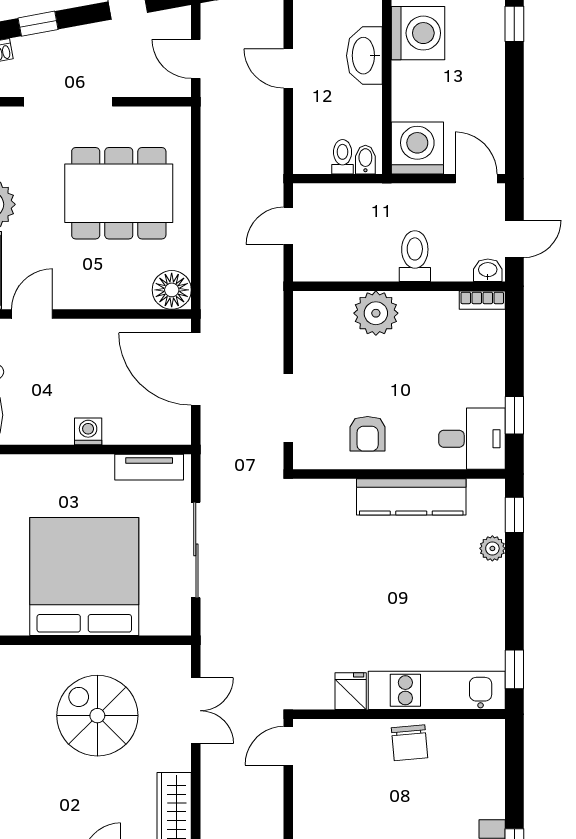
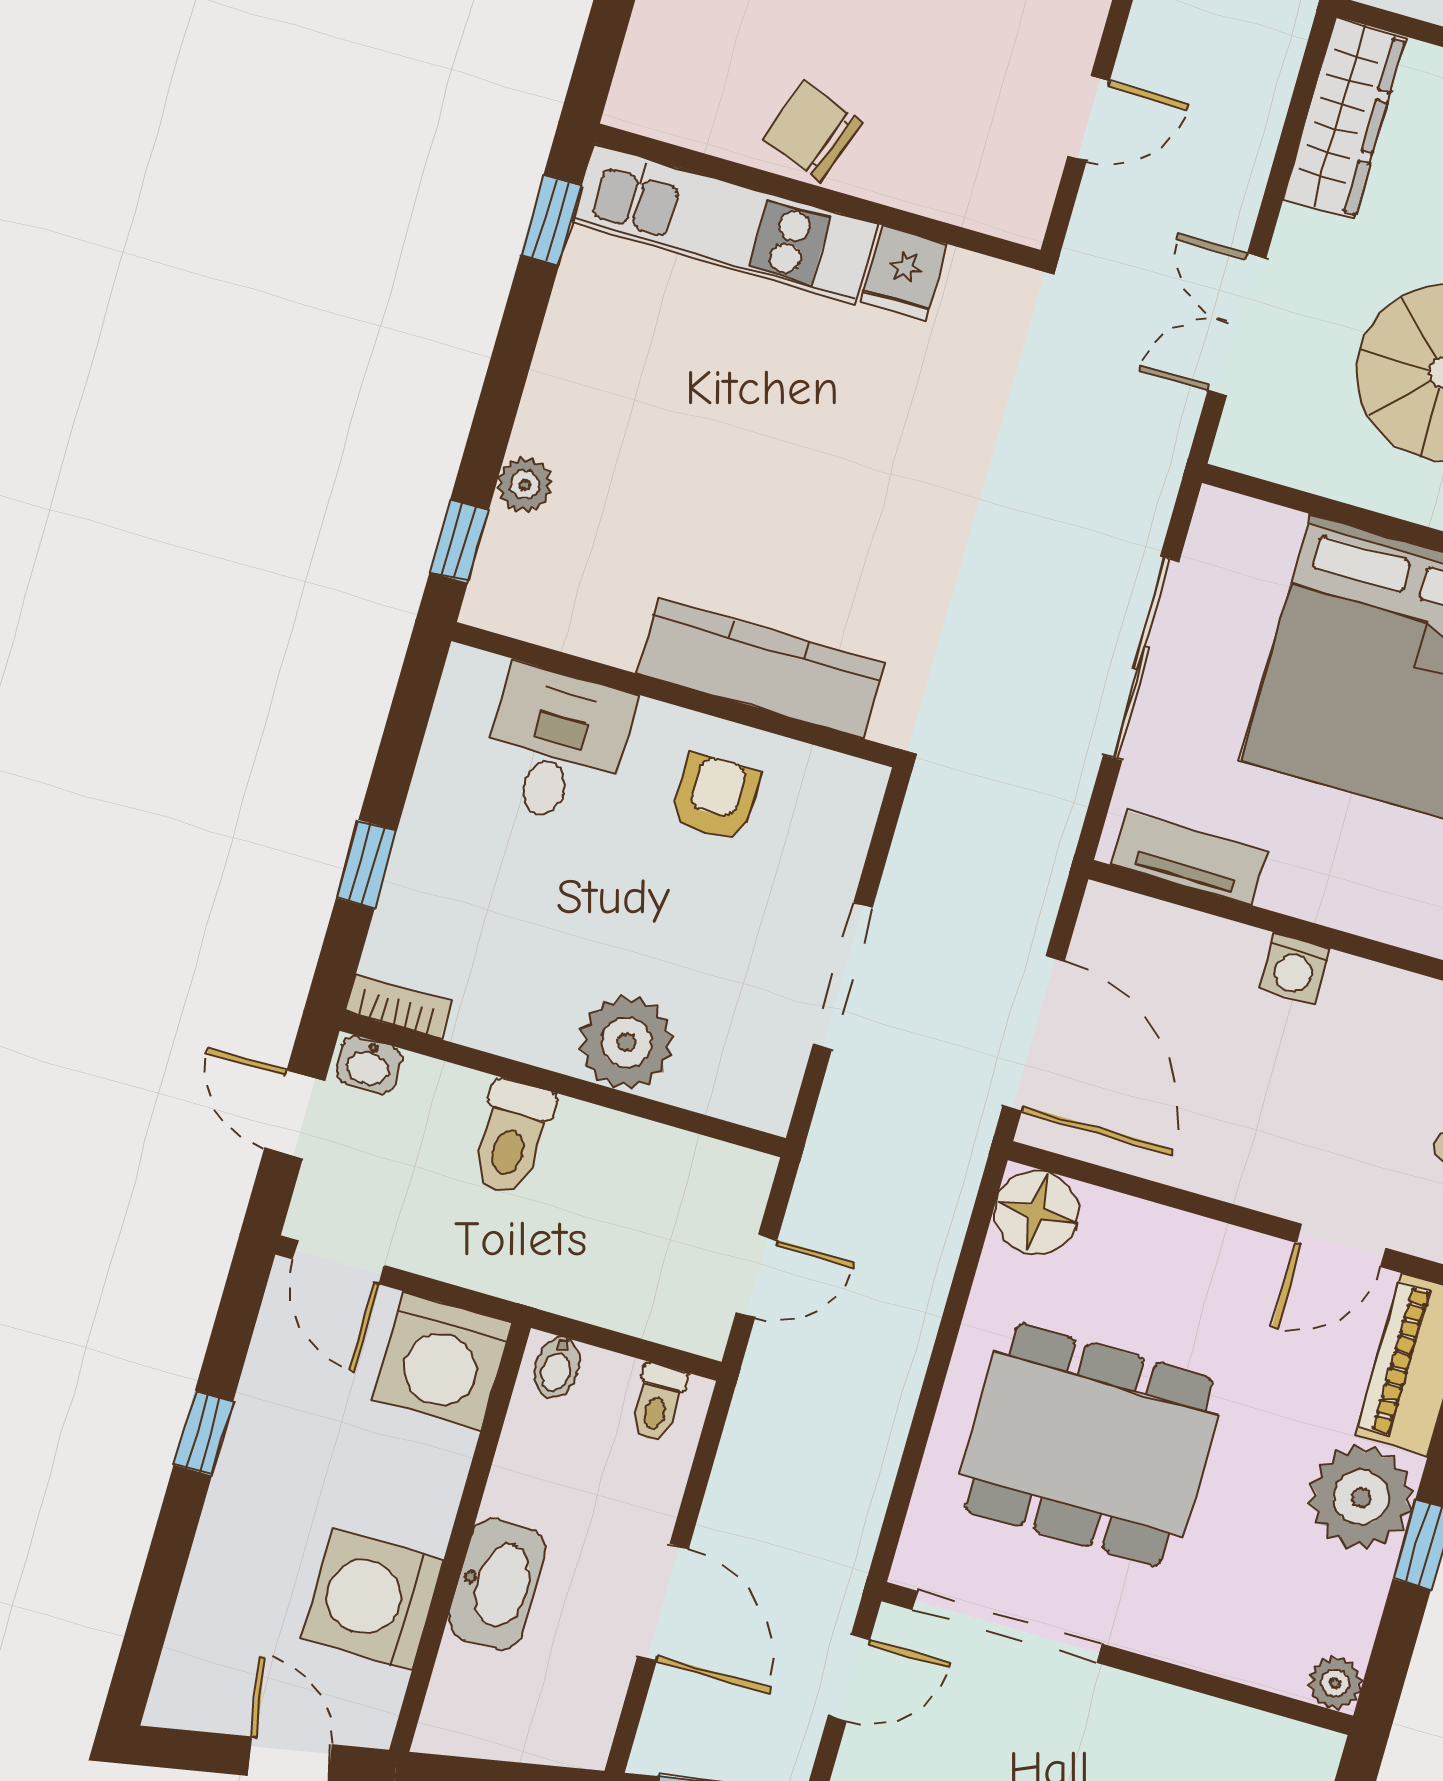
window: (514, 24) -> (203, 1433), moved
door: (196, 59) -> (849, 1678), hinge flipped
door: (288, 69) -> (663, 1603), width x1.38
doorway: (68, 102) -> (1007, 1627), moved
toilet: (343, 157) -> (658, 1403), moved
door: (514, 239) -> (295, 1114), hinge flipped
doorway: (288, 408) -> (843, 976), moved
window: (514, 415) -> (366, 864), moved
desk: (472, 439) -> (556, 746), moved, turned 90
kitchen counter: (411, 497) -> (761, 668), moved
chair: (409, 743) -> (813, 131), turned -65
door: (288, 746) -> (1089, 118), moved

